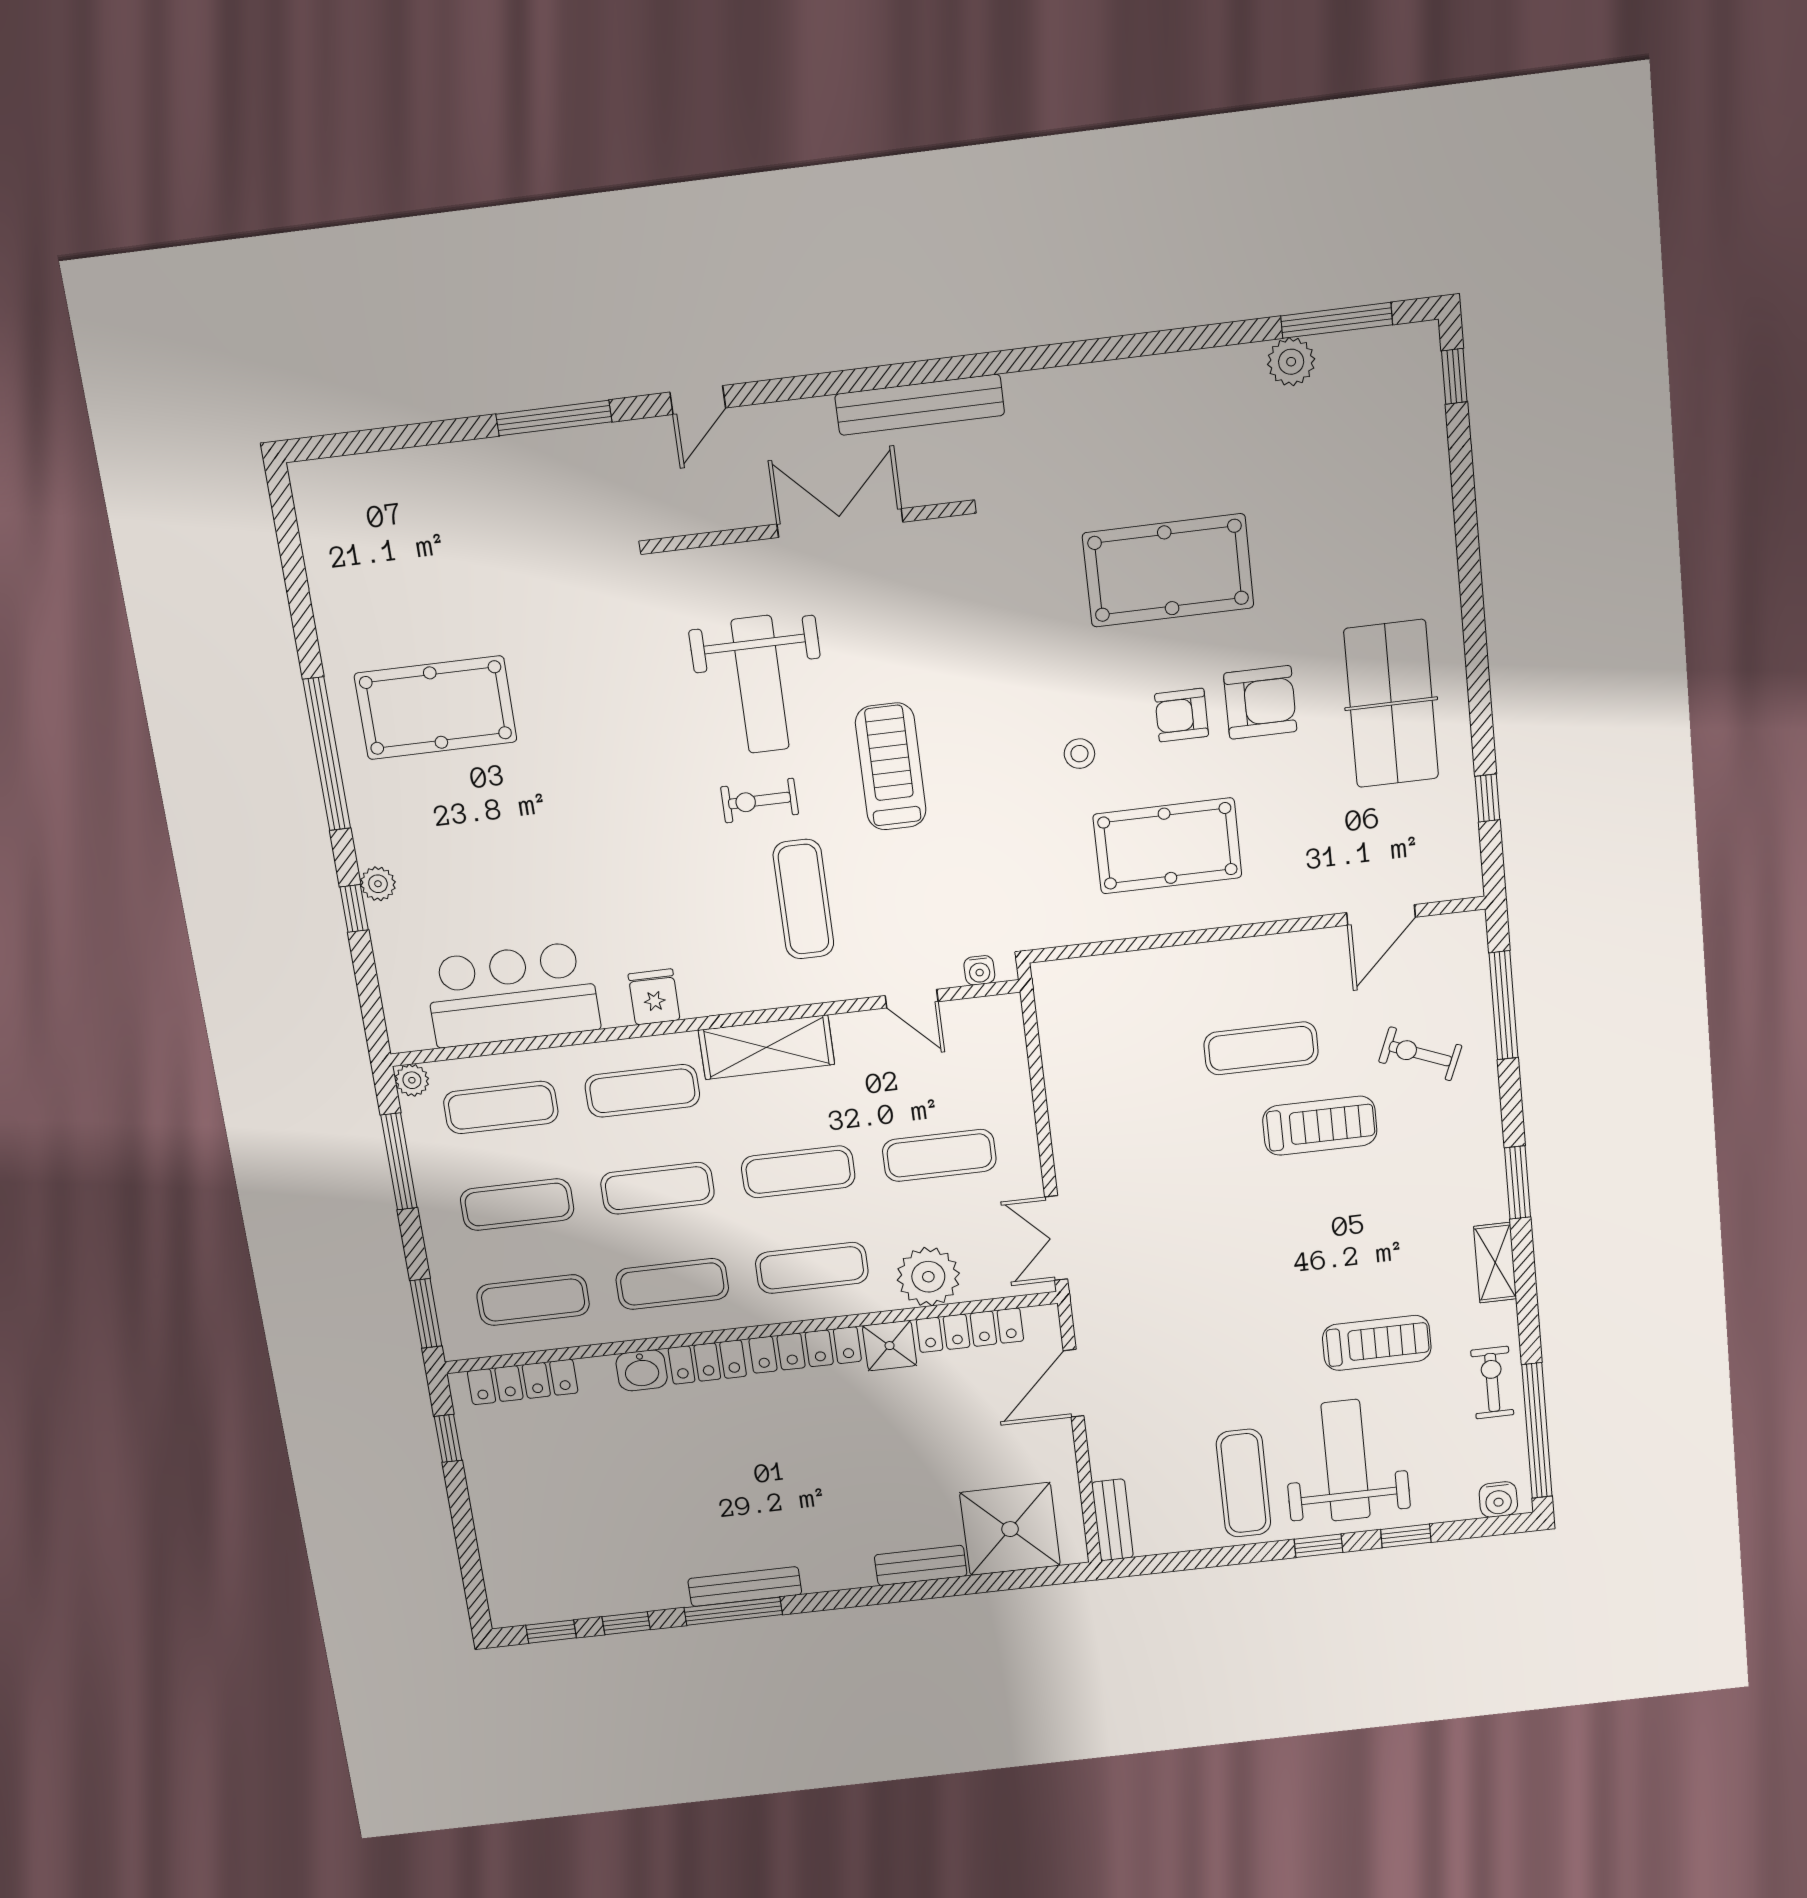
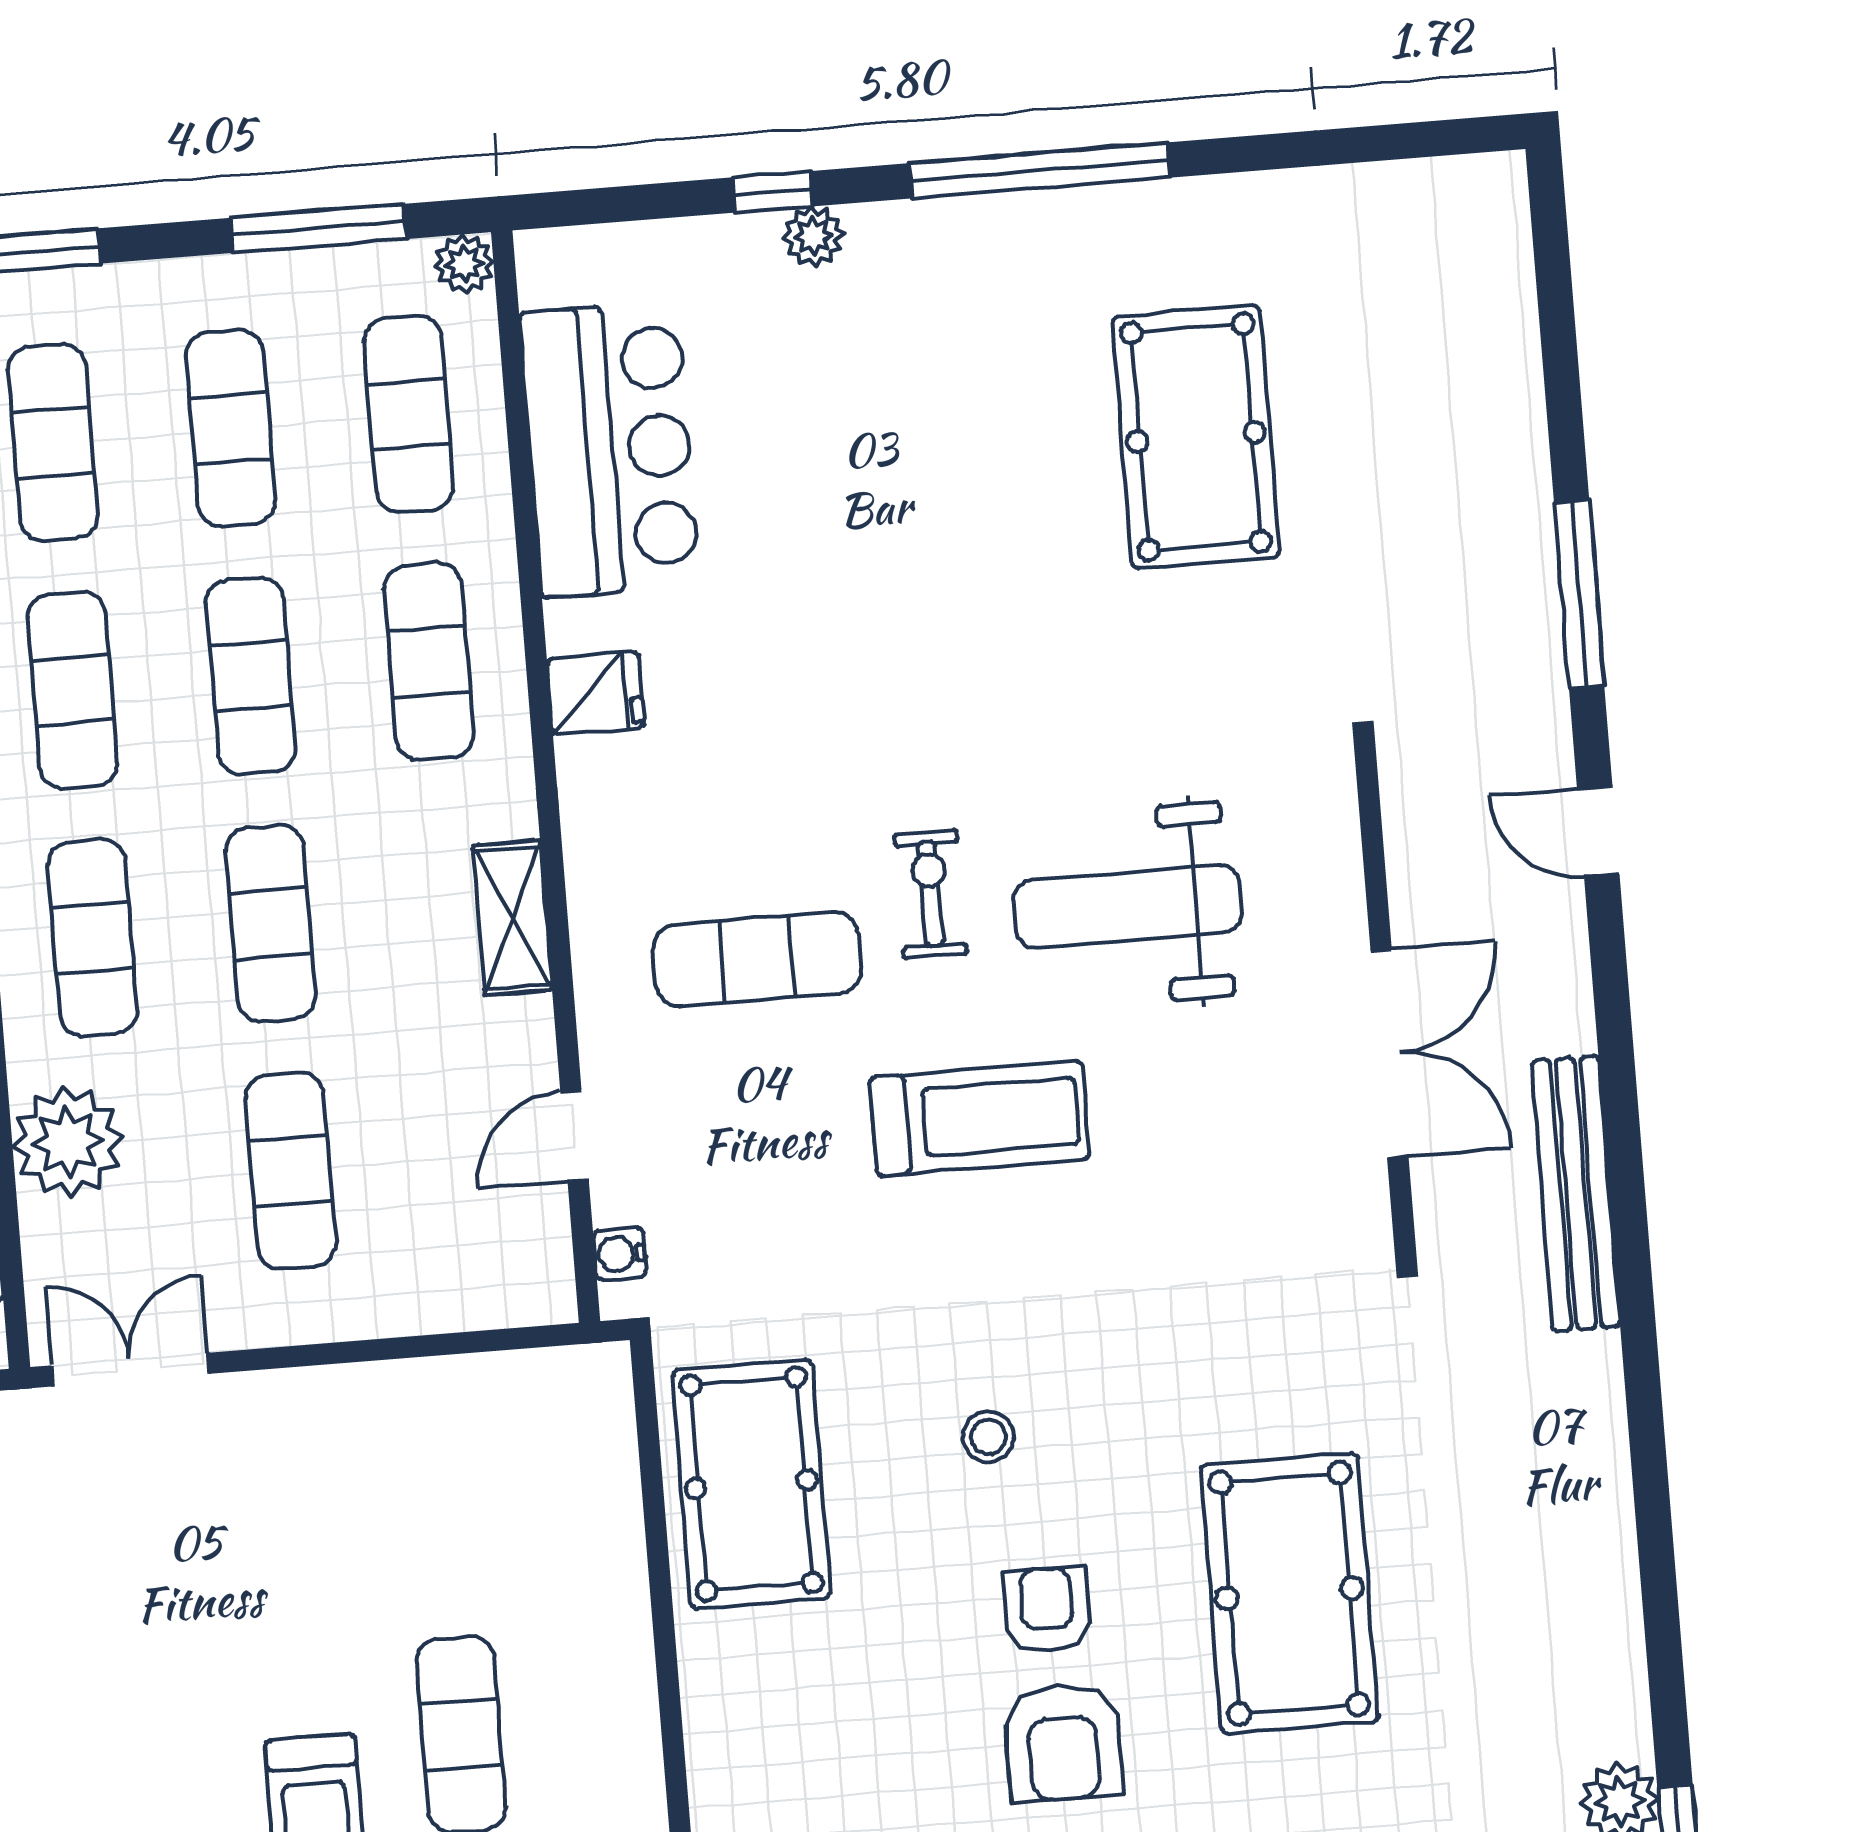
pool table: (436, 708) -> (1196, 437), moved
pool table: (1167, 846) -> (751, 1484), moved
shelving: (767, 1047) -> (512, 918), width x0.67, depth x0.75

